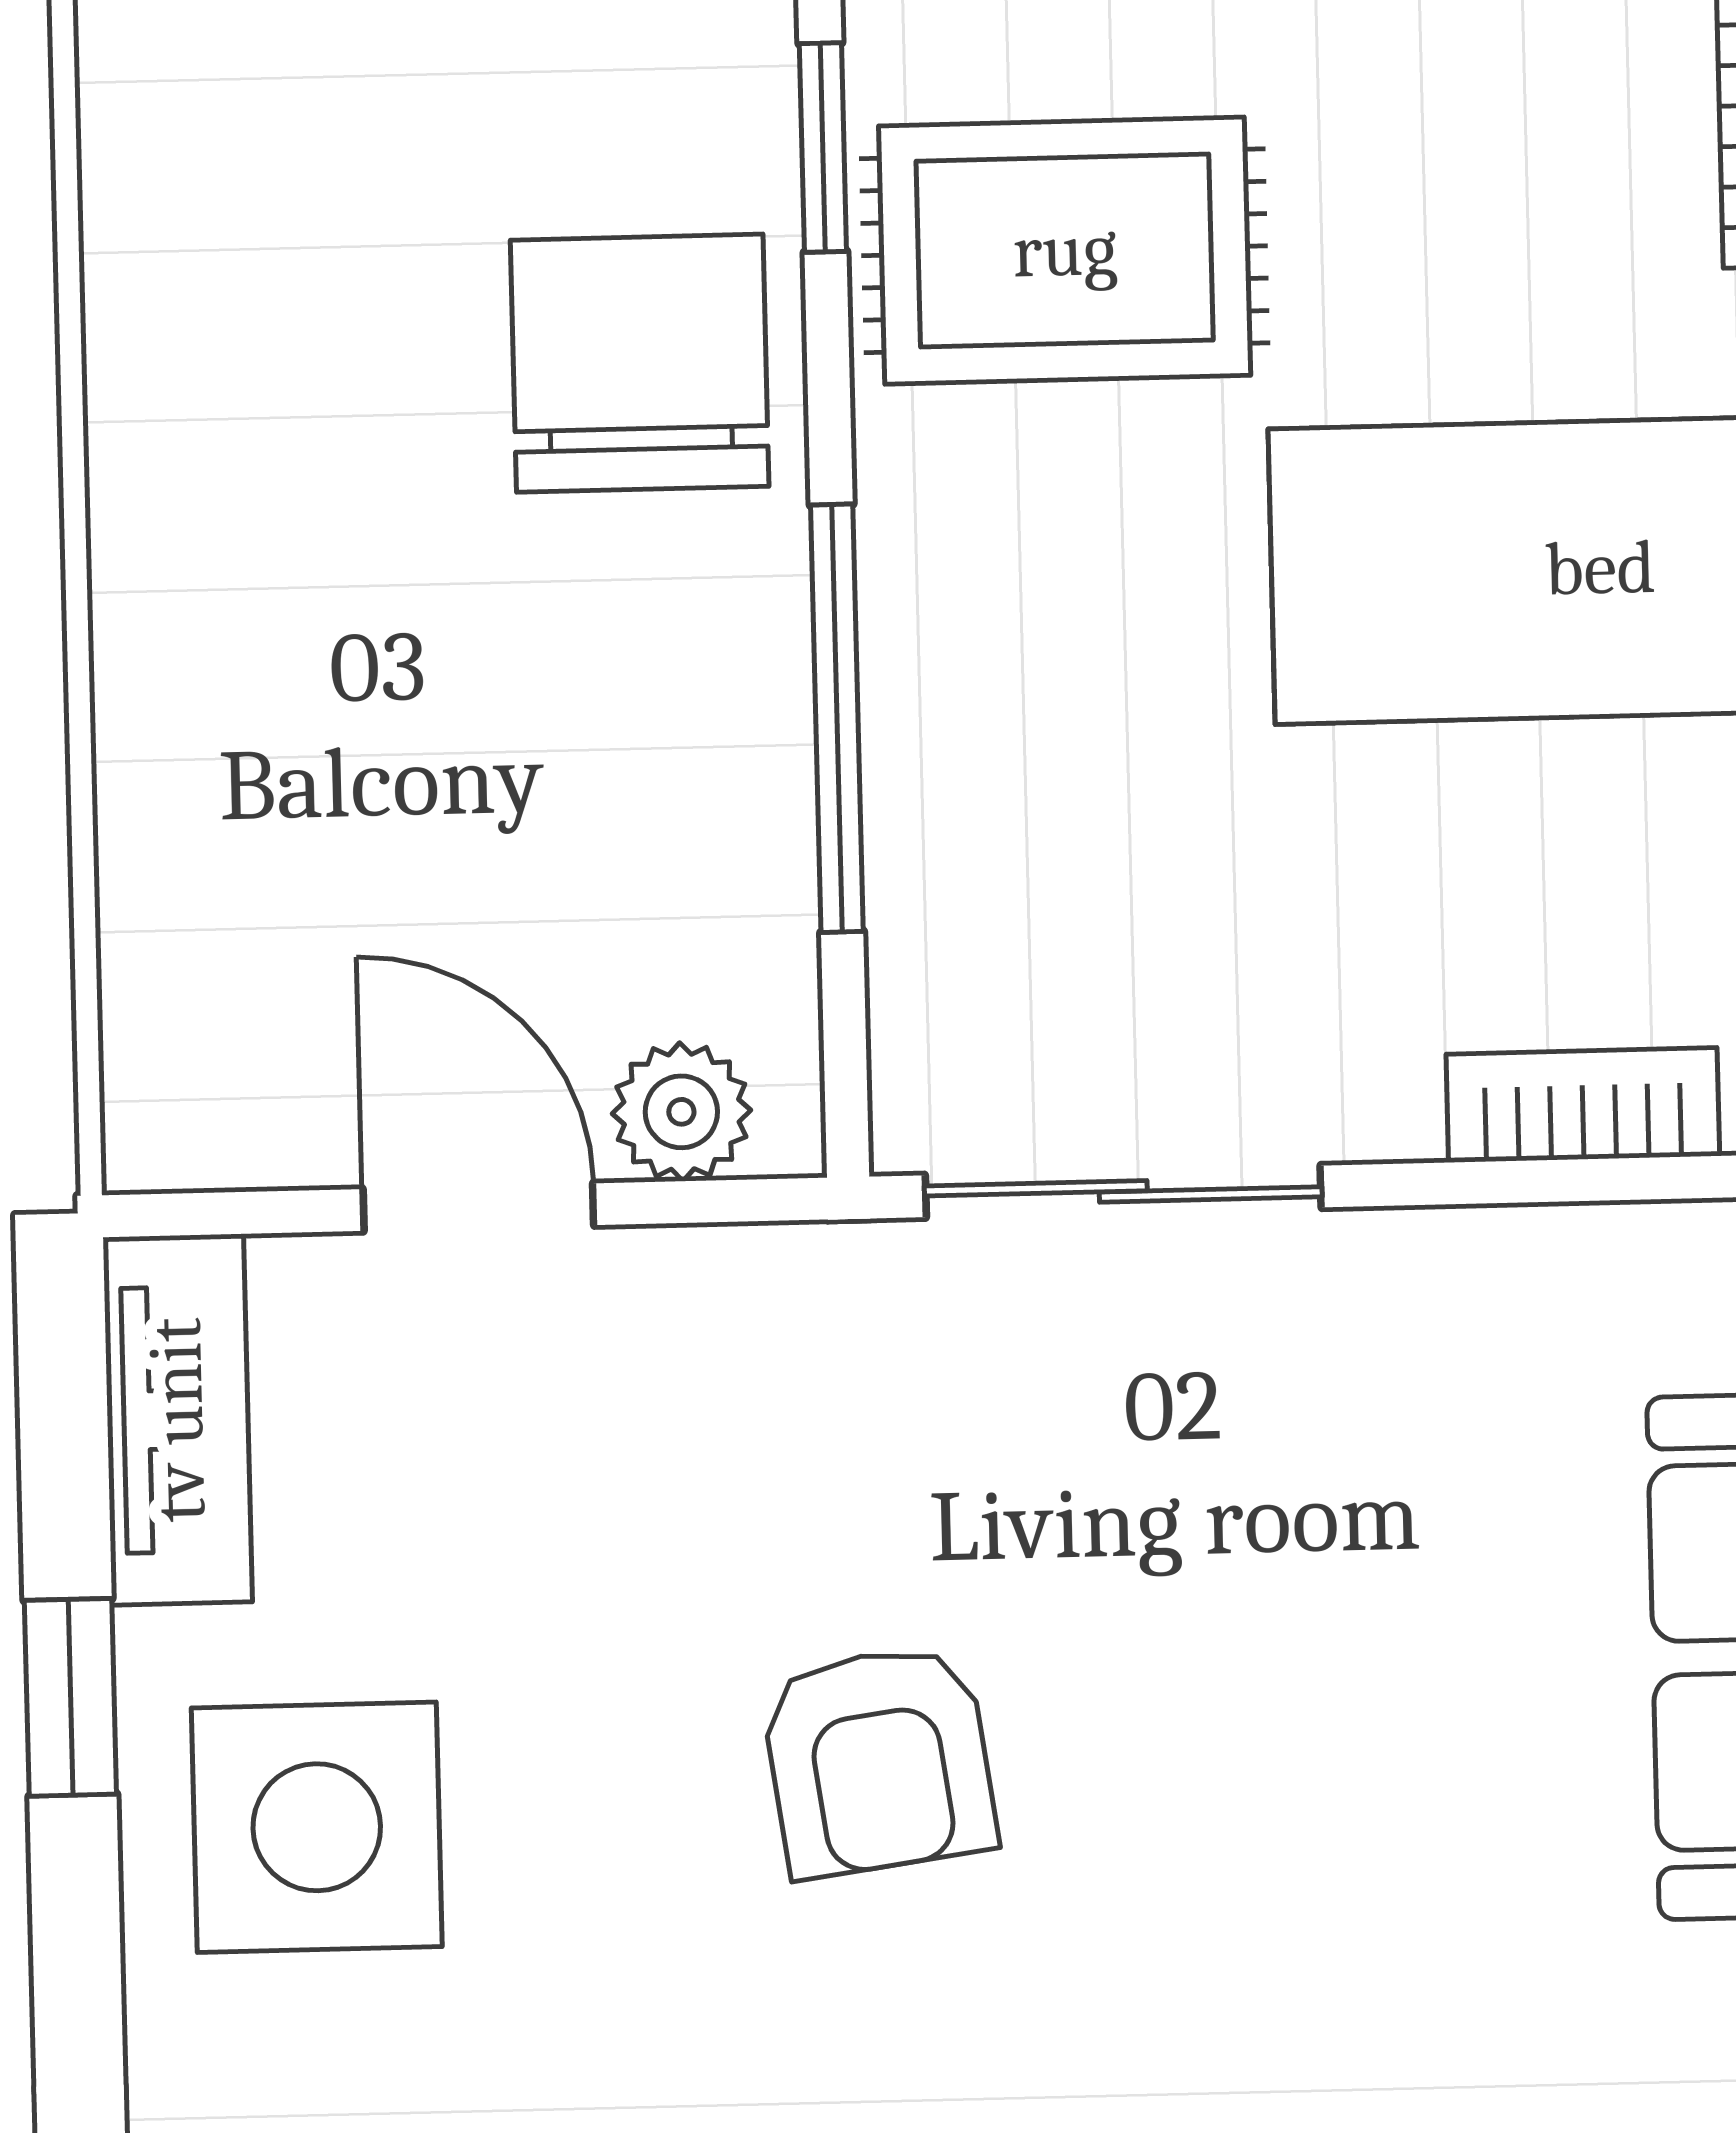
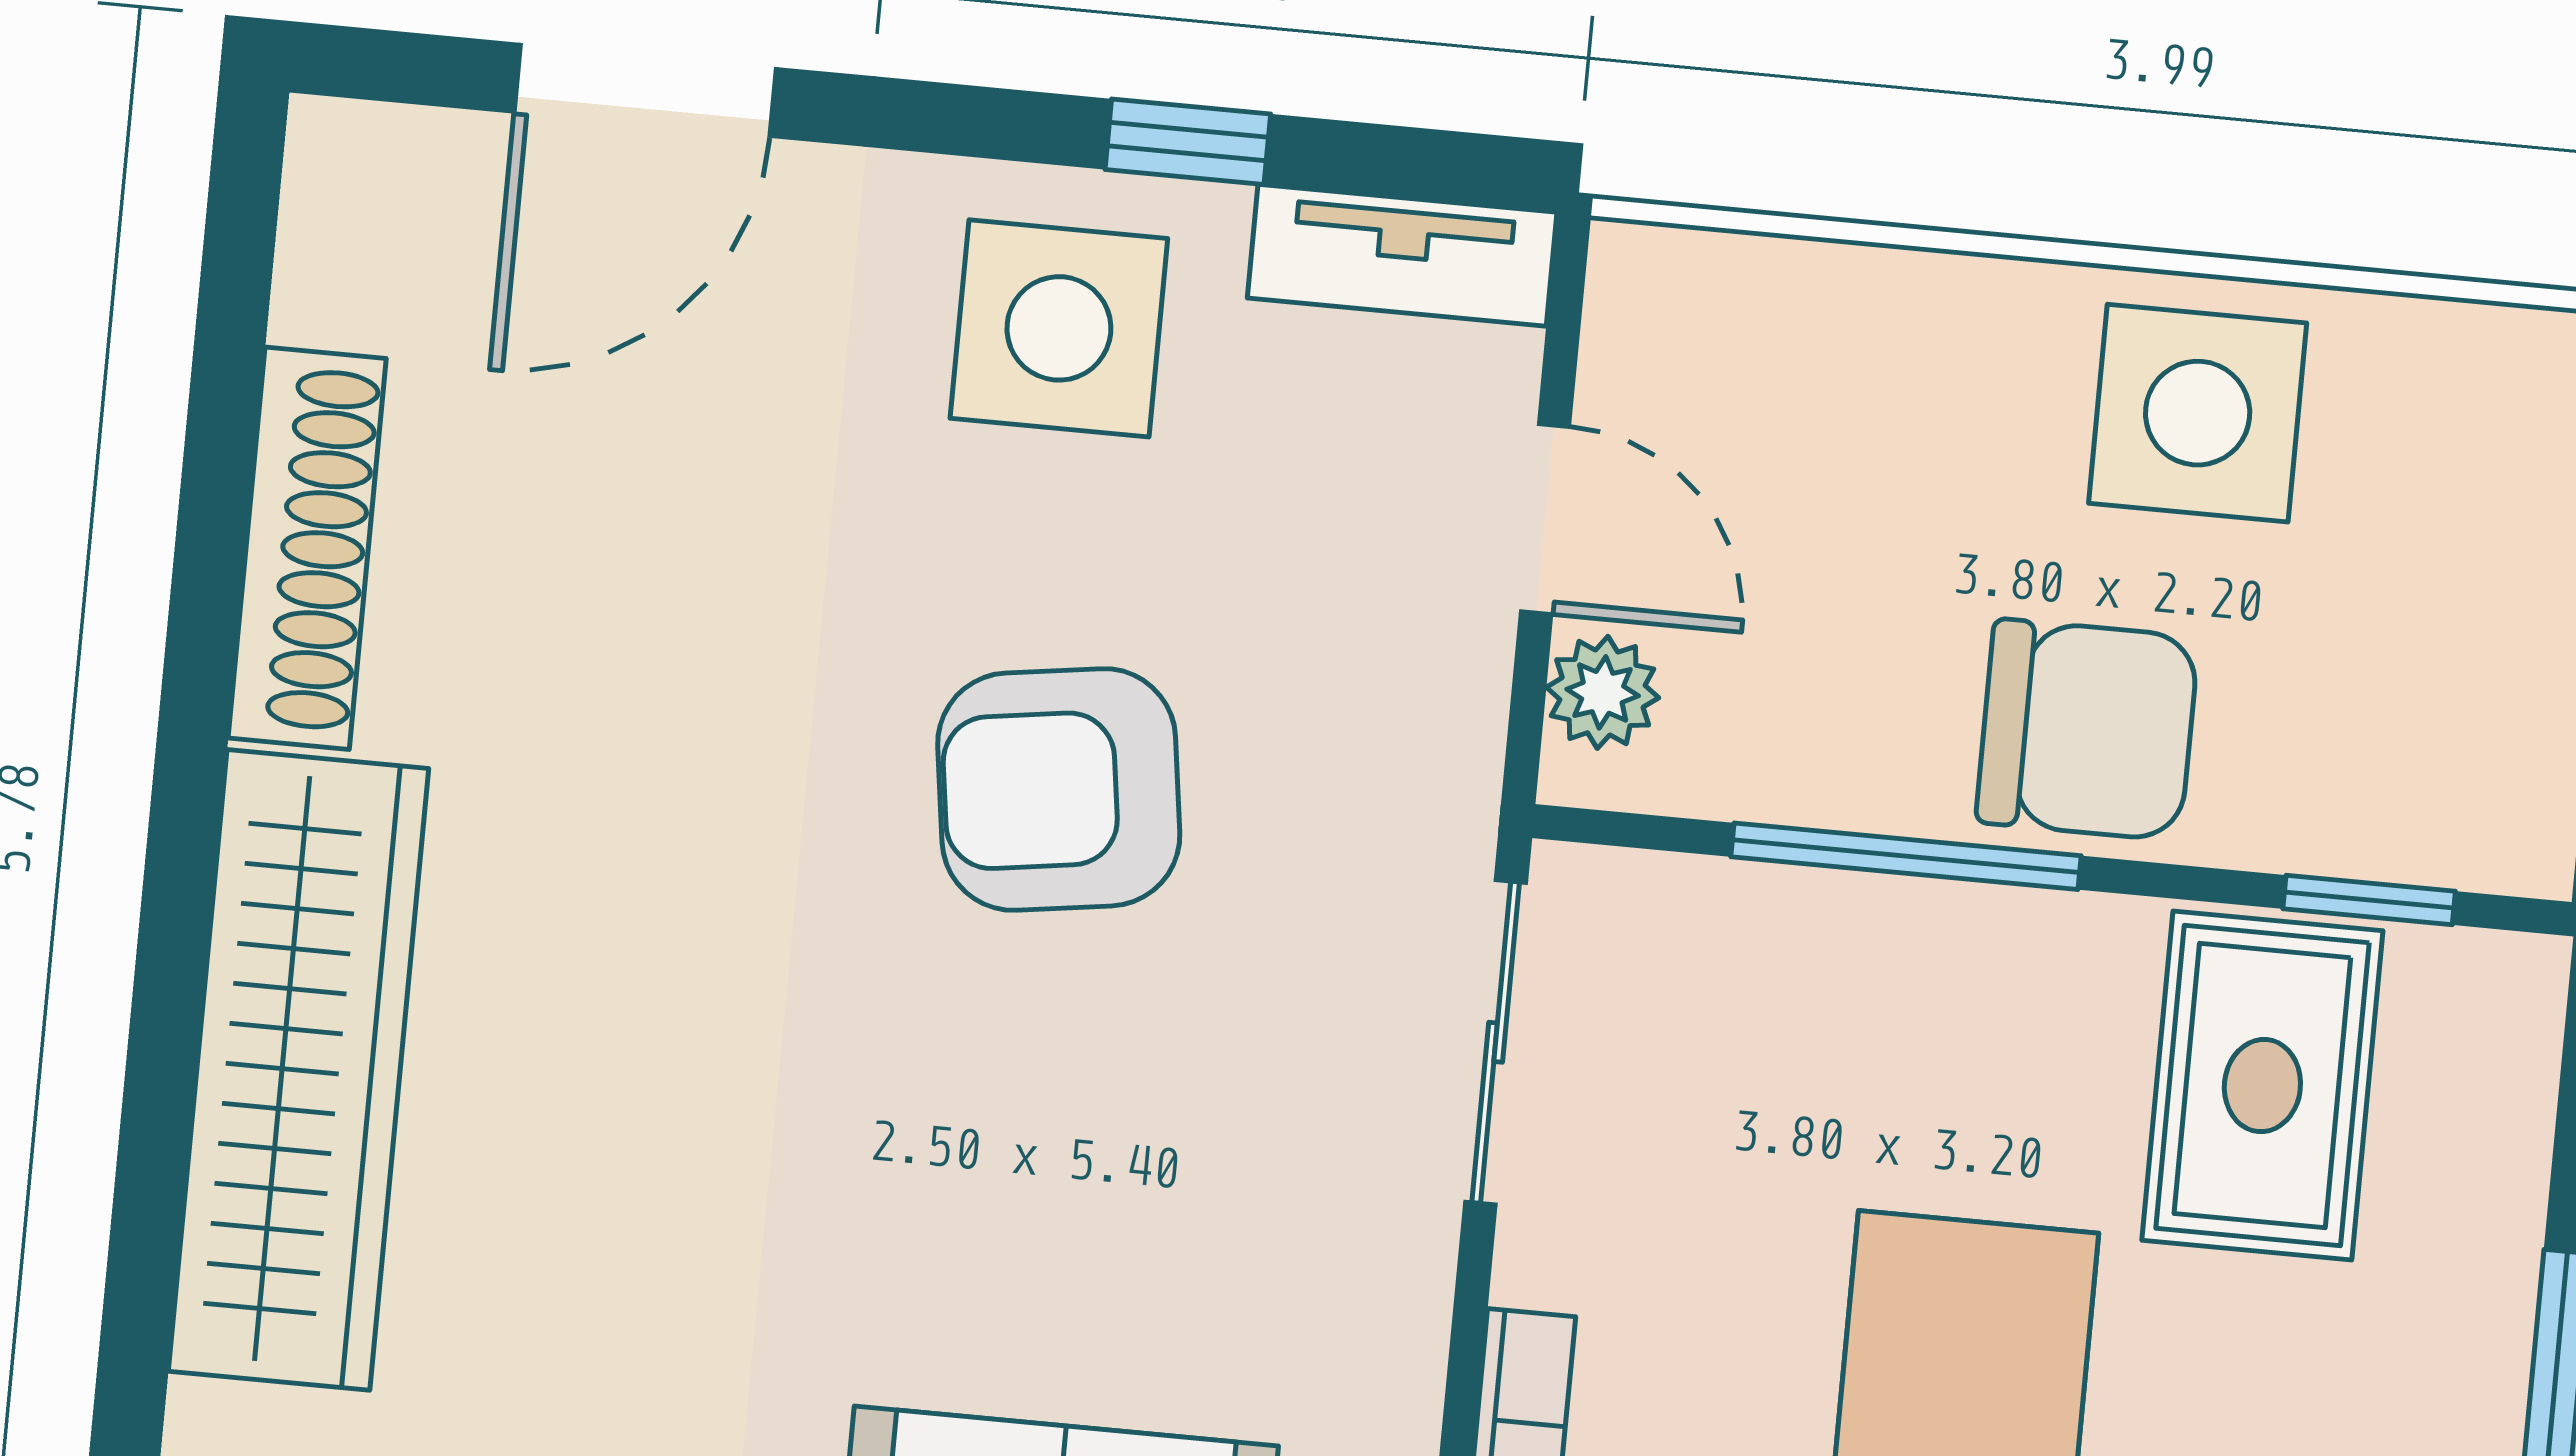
chair: (640, 363) -> (2087, 730), moved
side table: (255, 427) -> (2198, 413), added
door: (478, 1207) -> (1545, 519), hinge flipped
armchair: (879, 1760) -> (1059, 789), width x1.38, depth x1.38

